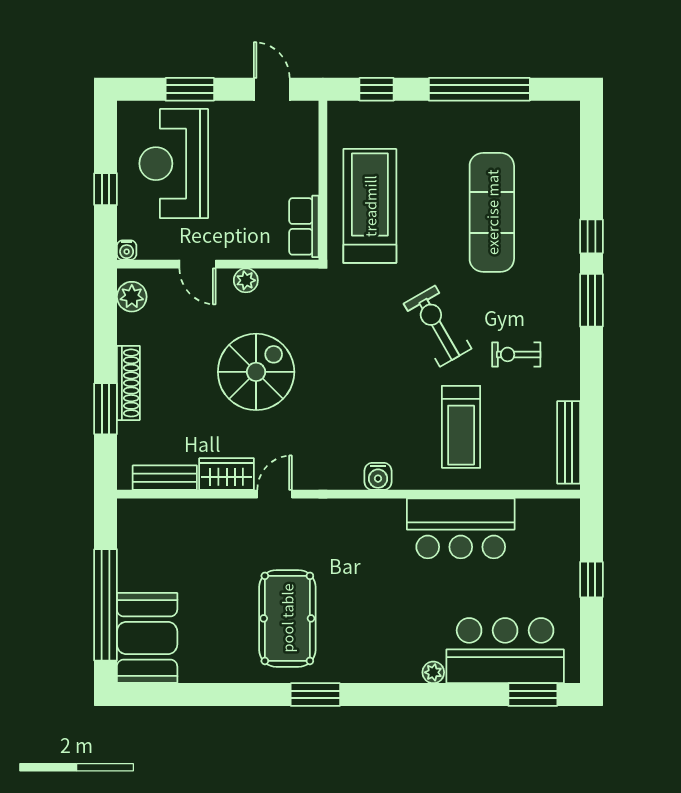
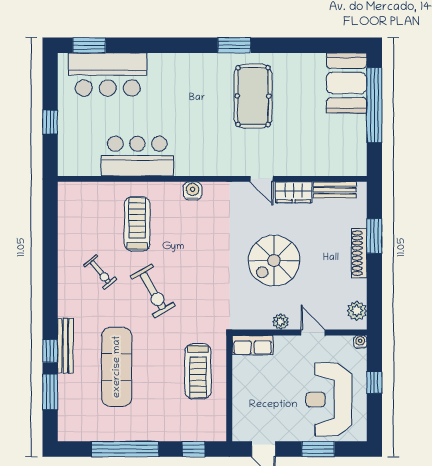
reception desk: (174, 164) -> (329, 400), turned 180
treadmill: (370, 206) -> (198, 371), width x0.73, depth x0.73
row of seats: (304, 226) -> (253, 345), moved, turned 90
window: (591, 300) -> (50, 392), moved
exercise bike: (516, 354) -> (100, 272), turned 50
bench: (569, 442) -> (65, 346), moved
door: (275, 494) -> (262, 179), hinge flipped
plant: (433, 672) -> (156, 60), removed

